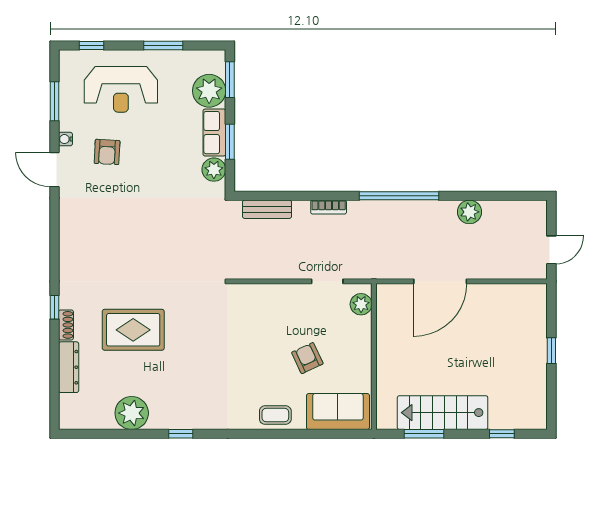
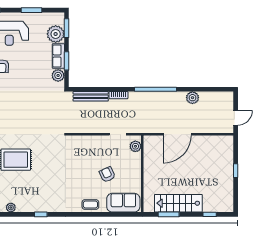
bench: (267, 209) -> (91, 96), width x1.36
plant: (132, 413) -> (11, 208), width x0.53, depth x0.53

